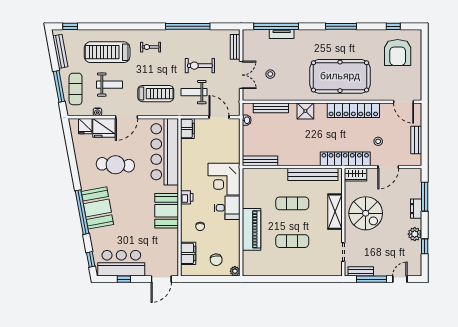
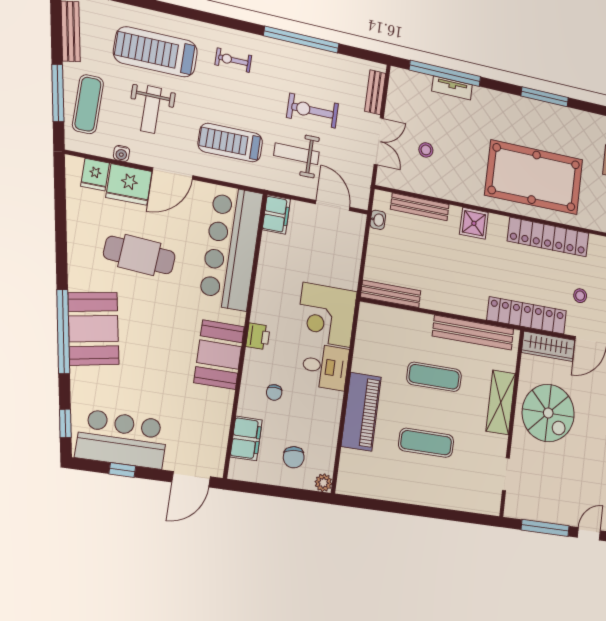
weight bench: (110, 85) -> (151, 109), turned 90
treadmill: (156, 94) -> (230, 143), turned 180
wardrobe: (356, 175) -> (548, 346), width x1.50
bench: (361, 271) -> (530, 512), removed

